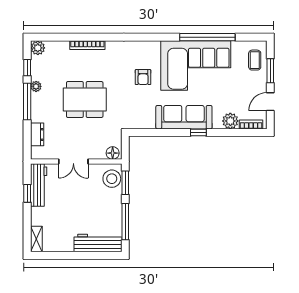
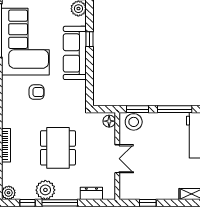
plant: (36, 86) -> (45, 190), width x1.87, depth x1.87
workbench: (39, 185) -> (140, 192), removed

